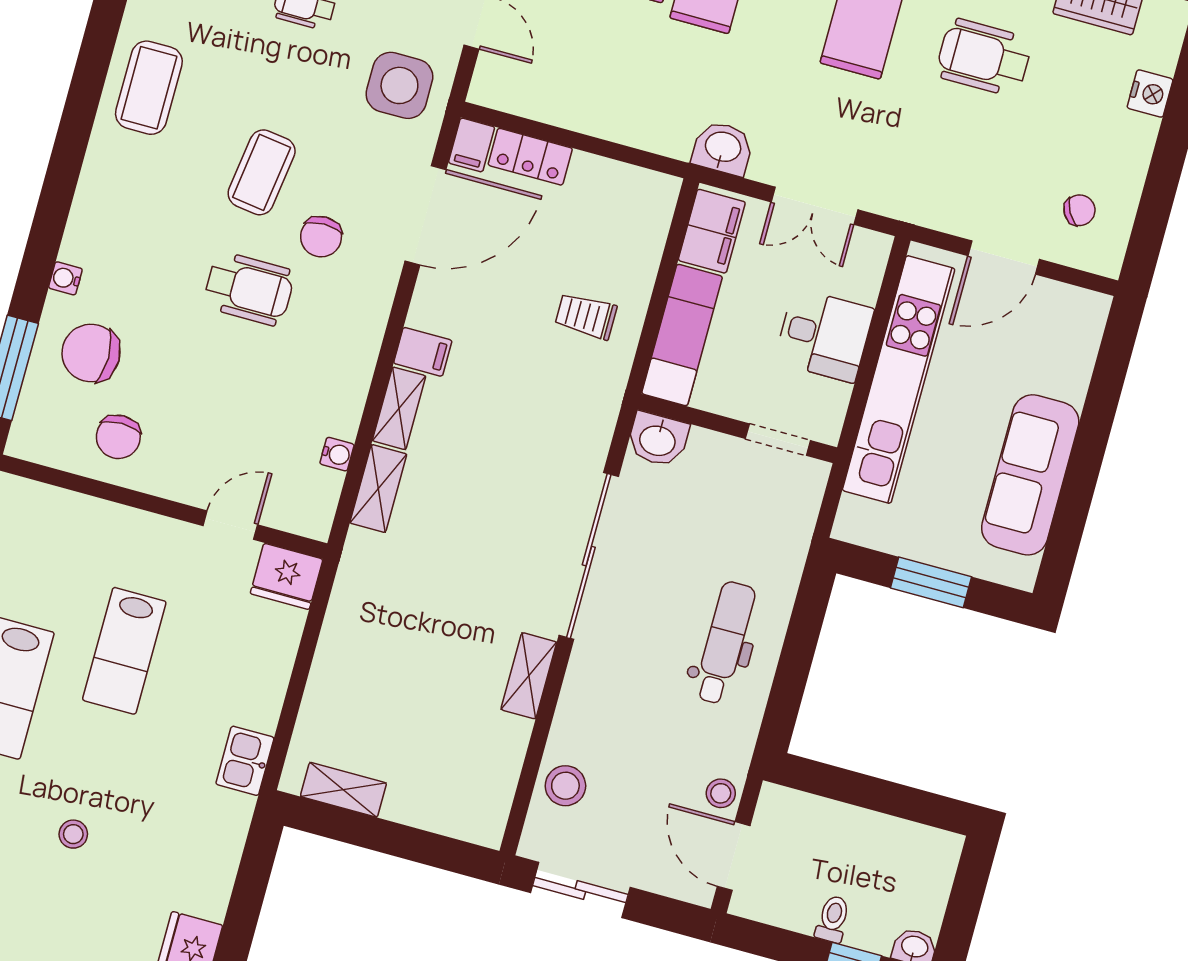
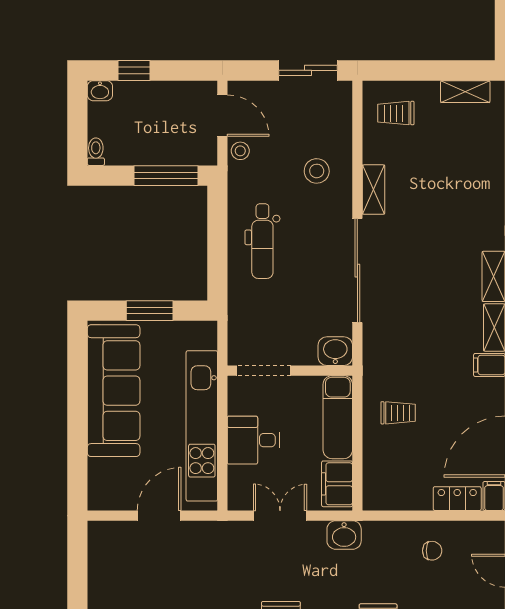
chair: (1079, 210) -> (432, 551), moved, turned -150
doorway: (778, 440) -> (264, 371), width x1.38
sofa: (1030, 475) -> (114, 391), width x1.36, depth x1.27
trolley: (461, 786) -> (396, 113), added
stool: (565, 786) -> (317, 171), moved
window: (847, 786) -> (166, 176), added
toilet: (833, 919) -> (96, 152), moved, turned 180

